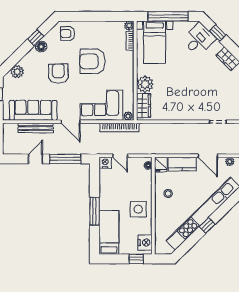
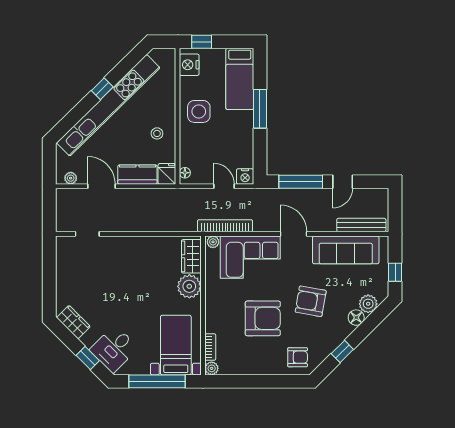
floor lamp: (41, 47) -> (356, 318), moved
armchair: (58, 74) -> (311, 301), turned 100
bench: (36, 128) -> (361, 225), moved

